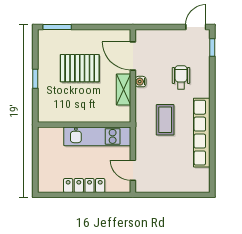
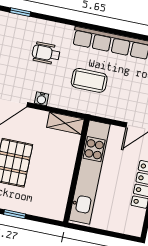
shelving: (124, 90) -> (65, 123), moved
kitchen unit: (97, 136) -> (89, 172), width x1.36

